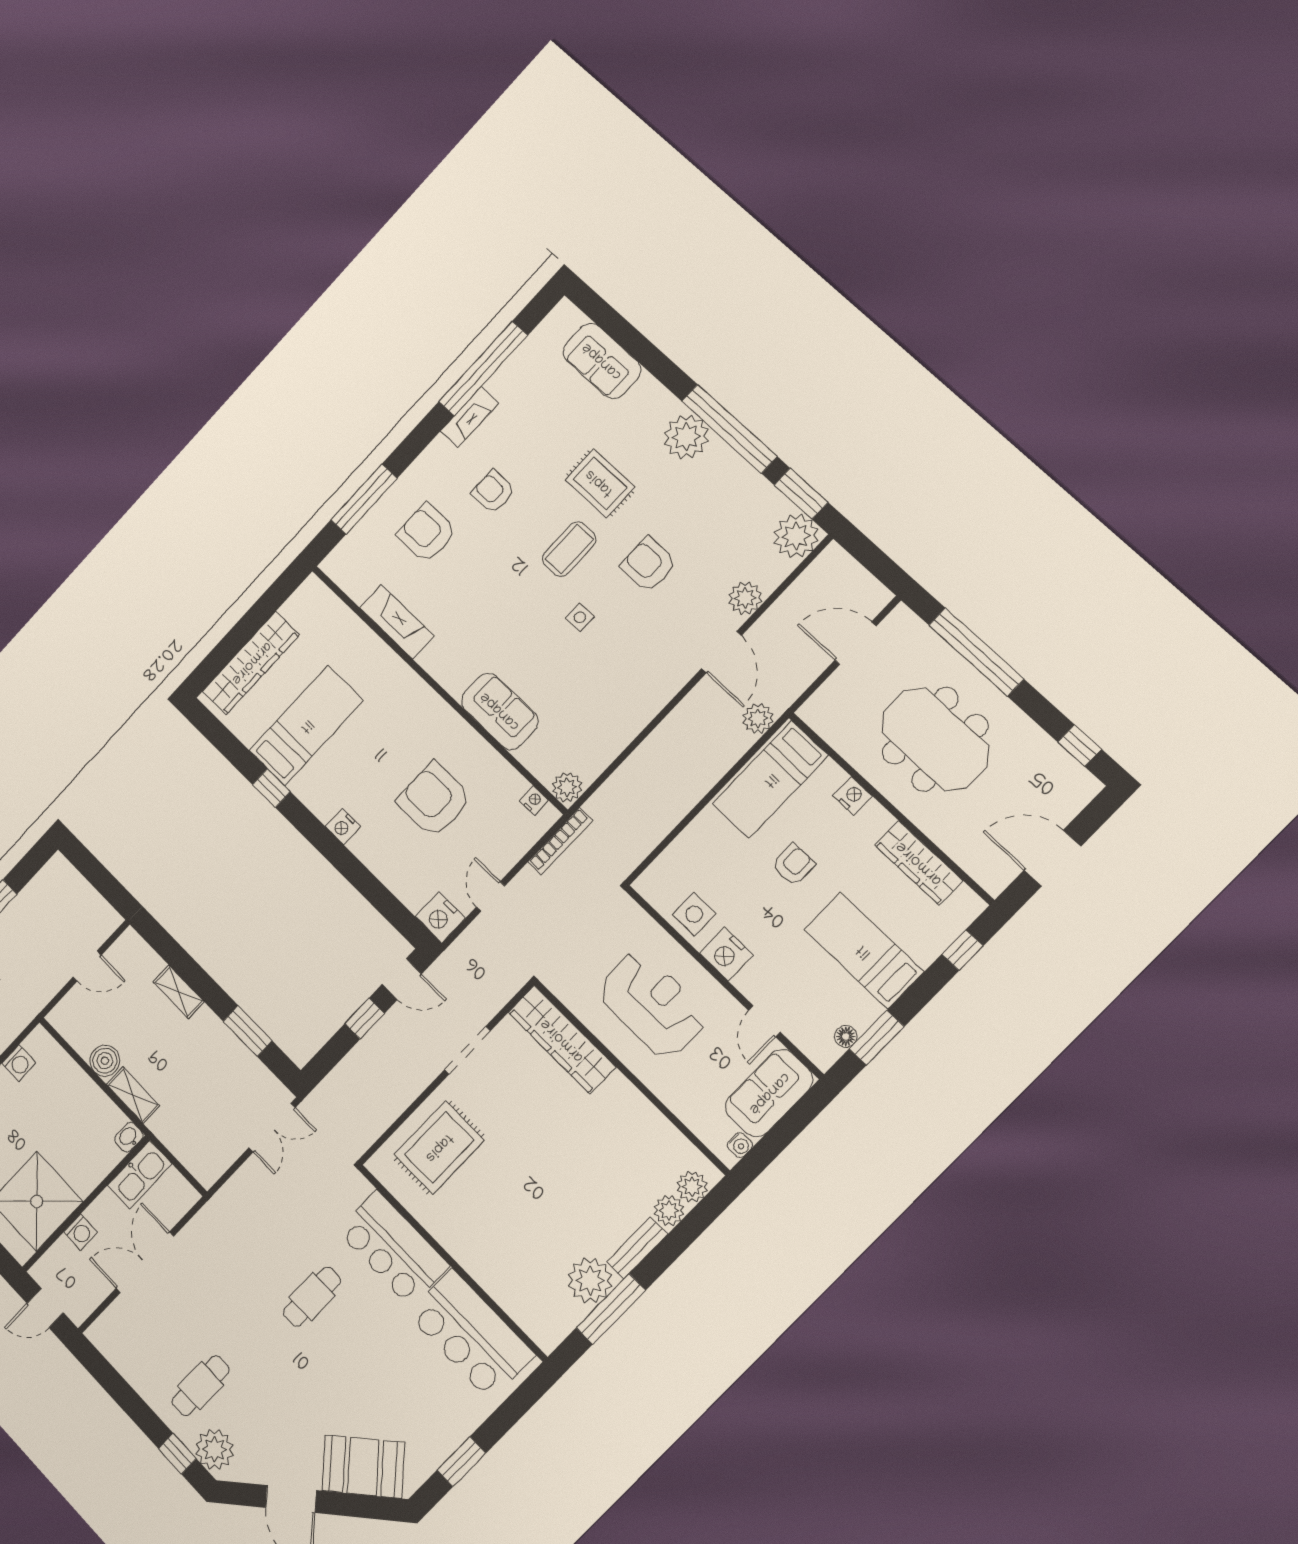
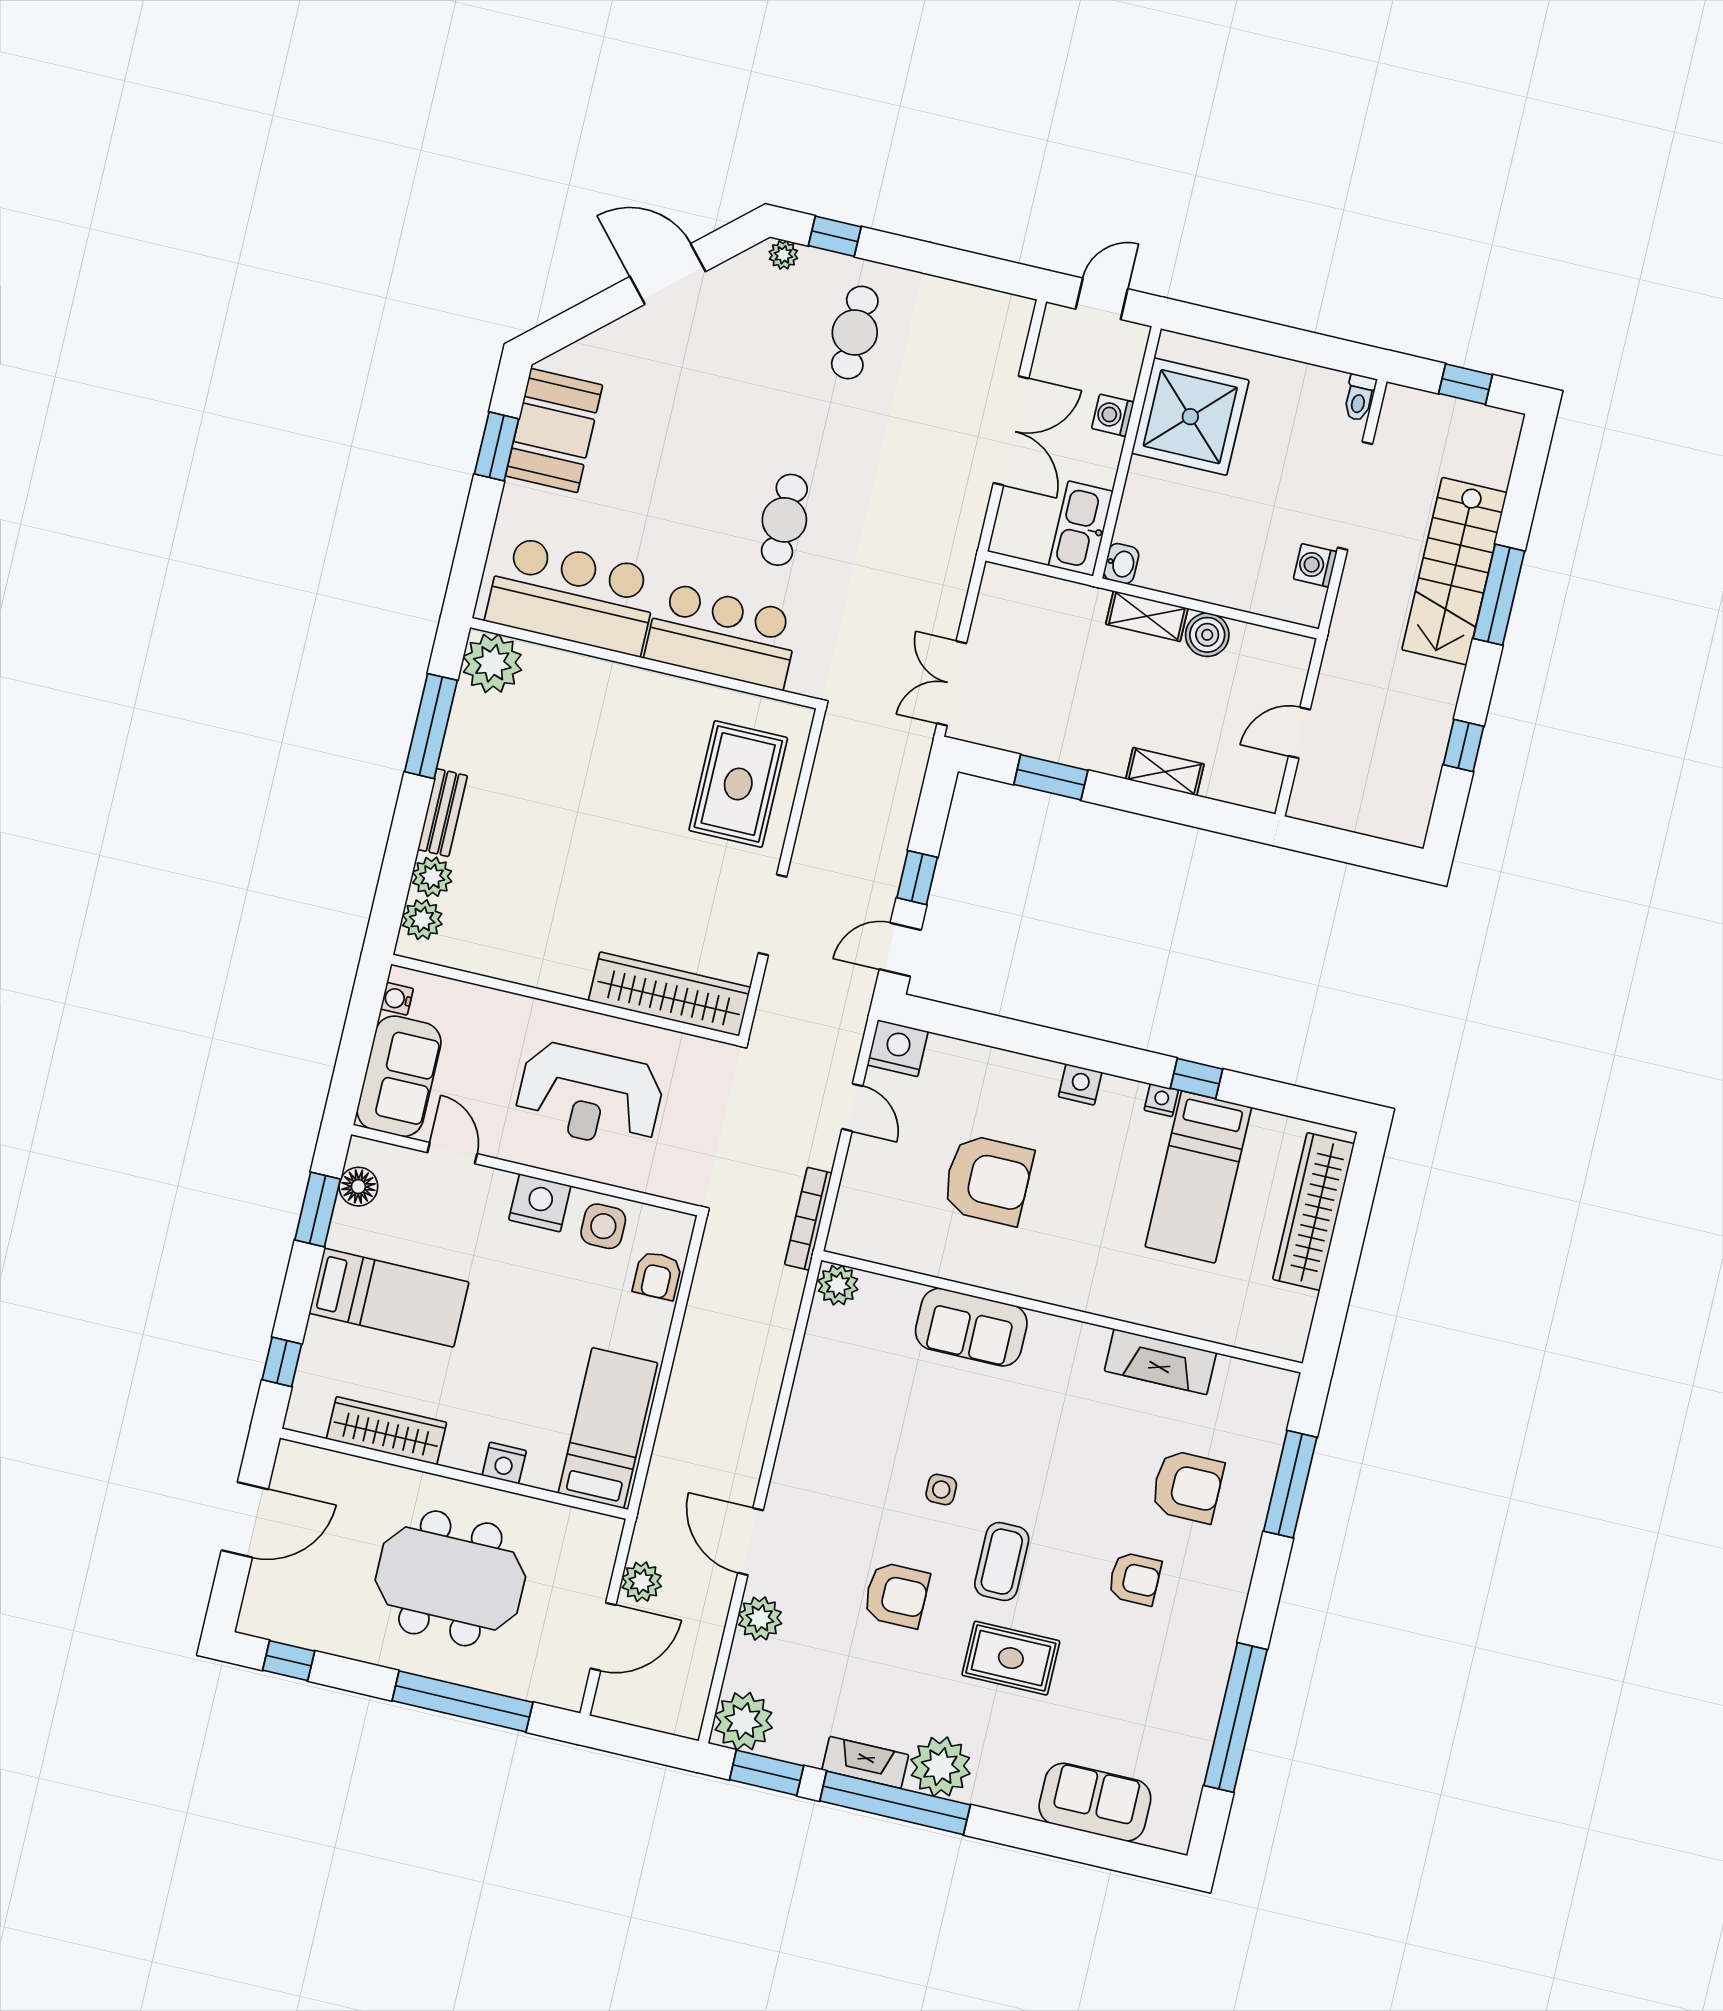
fireplace: (470, 417) -> (865, 1762), moved, turned 90
plant: (758, 718) -> (642, 1582), moved
nightstand: (534, 800) -> (1161, 1100), moved, turned 180
armchair: (793, 865) -> (657, 1276), moved
floor lamp: (846, 1036) -> (358, 1187), width x1.37, depth x1.37
plant: (590, 1280) -> (492, 663), moved
plant: (214, 1449) -> (783, 255), width x0.53, depth x0.53
booth: (363, 1466) -> (554, 431), moved, turned -49

